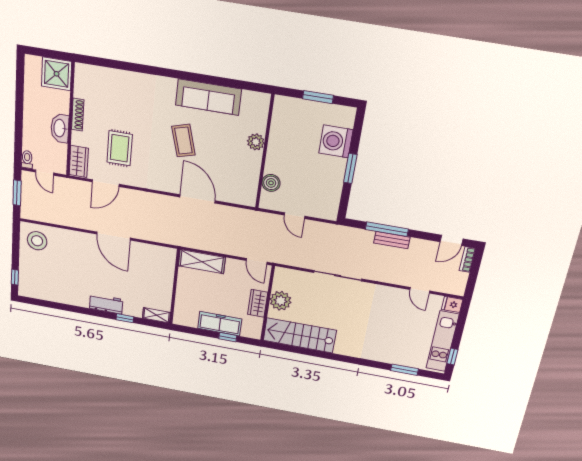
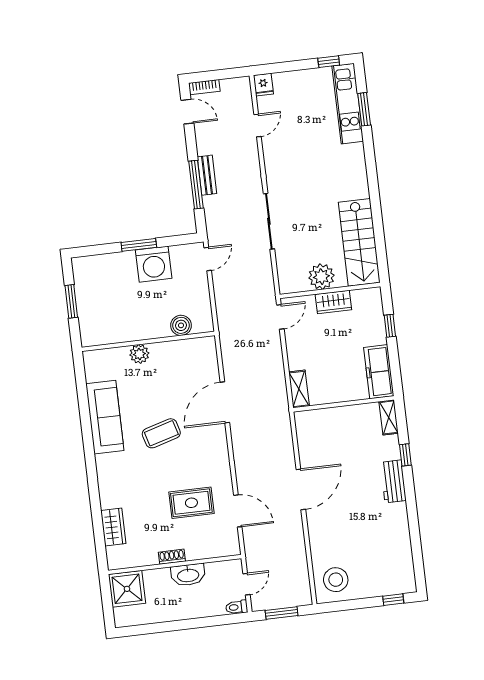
shoe rack: (78, 115) -> (172, 557), width x0.70
washing machine: (336, 141) -> (154, 264), moved
wardrobe: (79, 161) -> (113, 527), moved, turned 90
door: (294, 216) -> (208, 259), moved
shelving: (202, 262) -> (299, 389), width x0.67, depth x0.75
freezer: (220, 324) -> (379, 372), moved
kitchen unit: (442, 341) -> (348, 104), moved, turned 90

